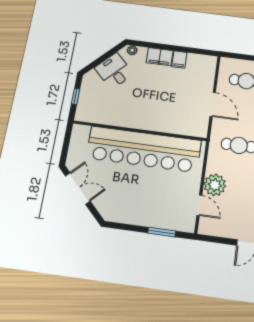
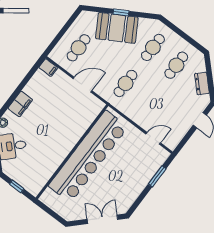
filing cabinet: (179, 60) -> (48, 68), moved
plant: (215, 185) -> (145, 119), removed
double door: (78, 188) -> (102, 219), moved

